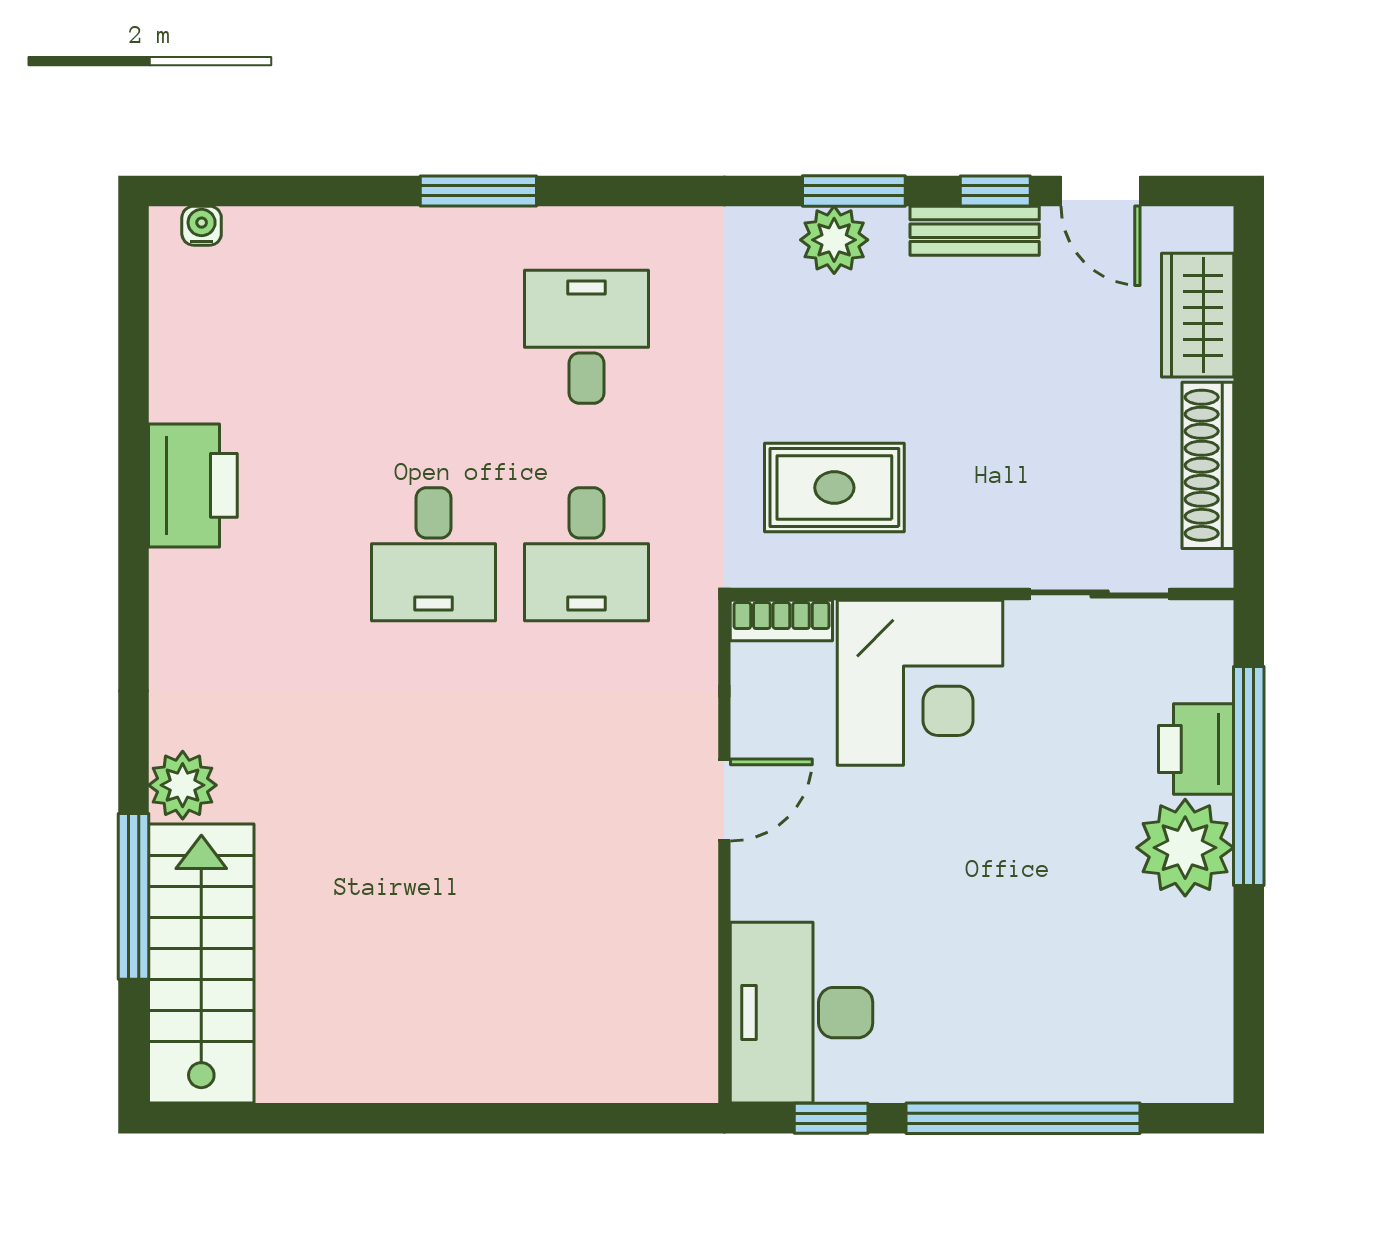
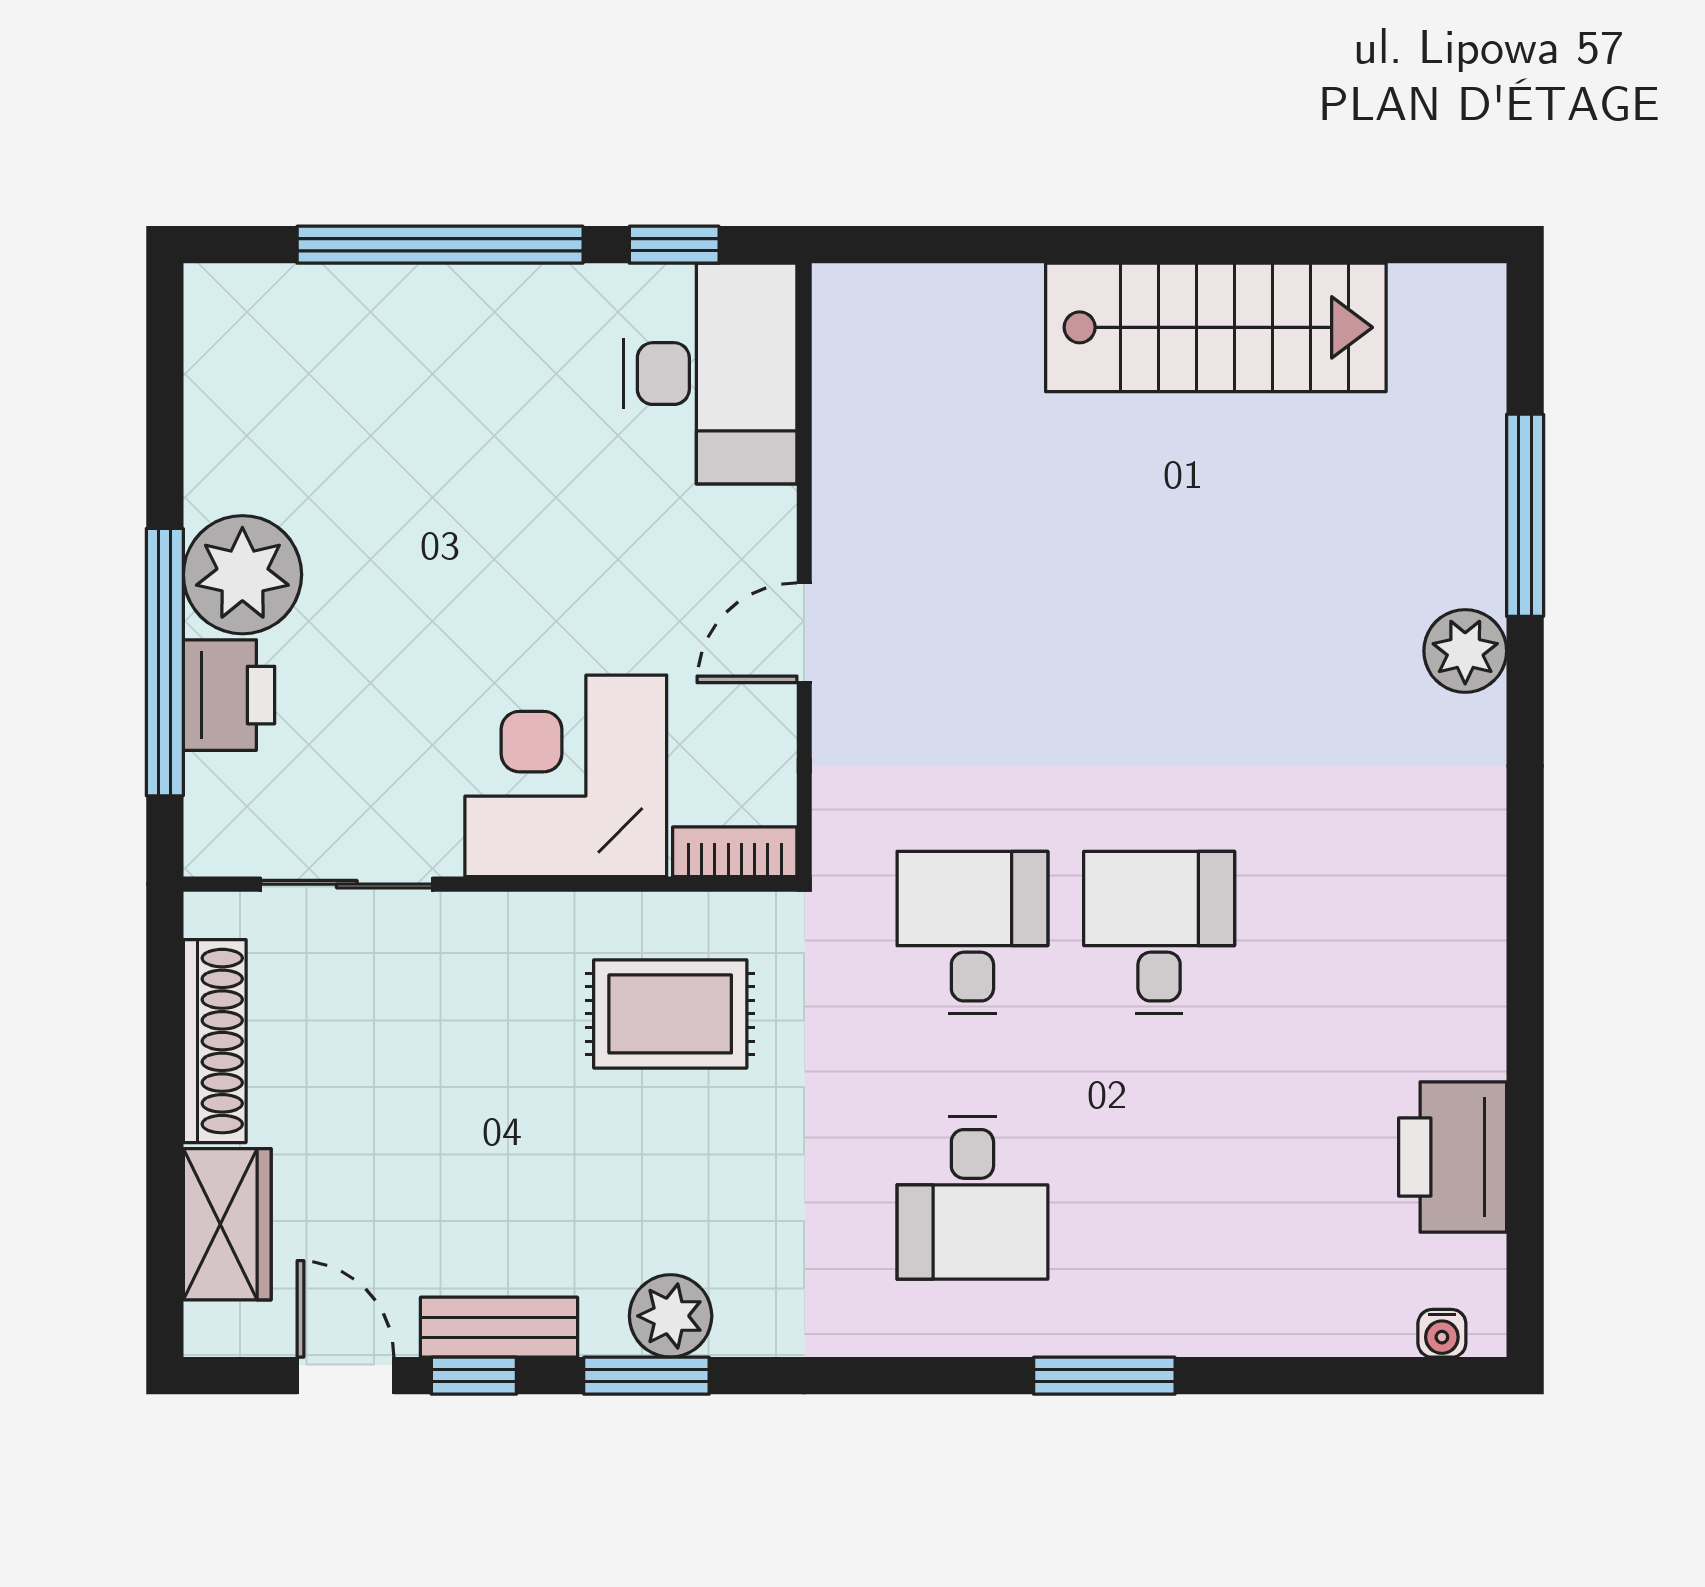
printer: (193, 485) -> (1453, 1157), moved
stairs: (201, 964) -> (1216, 327), moved, turned -90

